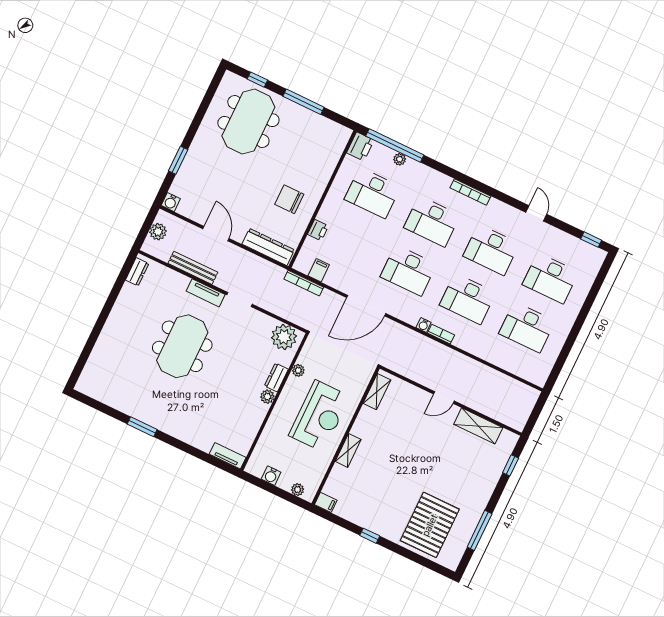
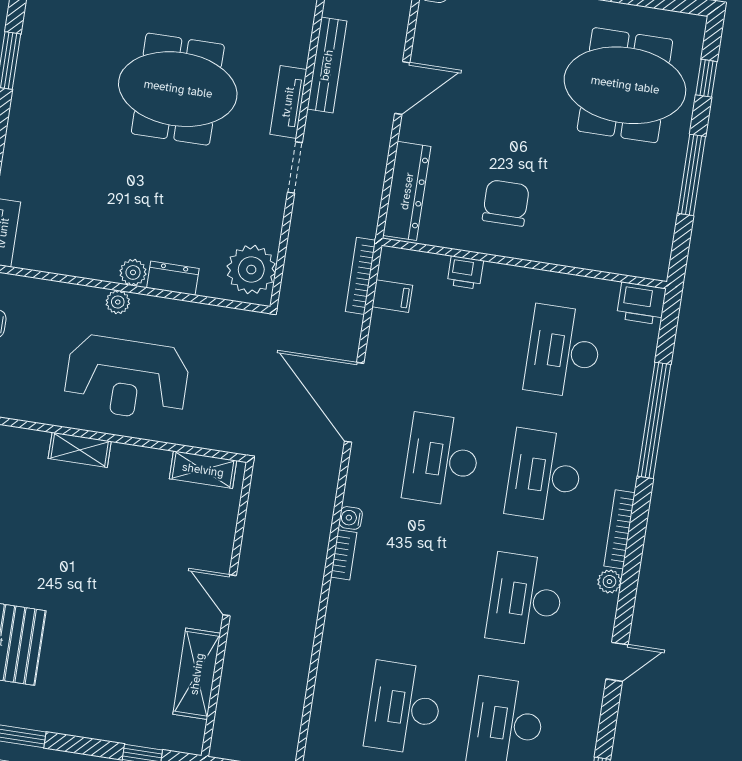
window: (395, 145) -> (654, 420), moved
plant: (400, 159) -> (609, 582), moved
desk: (468, 299) -> (423, 584), removed
plant: (298, 370) -> (118, 302), moved

